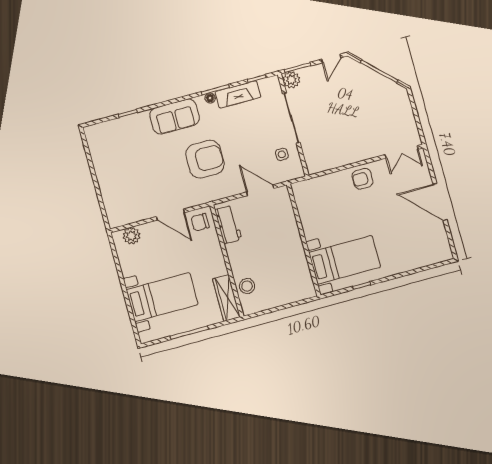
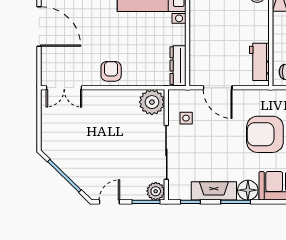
floor lamp: (210, 98) -> (248, 190), width x1.89, depth x1.89
double door: (402, 152) -> (64, 88), swing flipped
plant: (317, 161) -> (152, 102), added
armchair: (362, 179) -> (111, 71), turned -90
dresser: (302, 201) -> (178, 66), added

